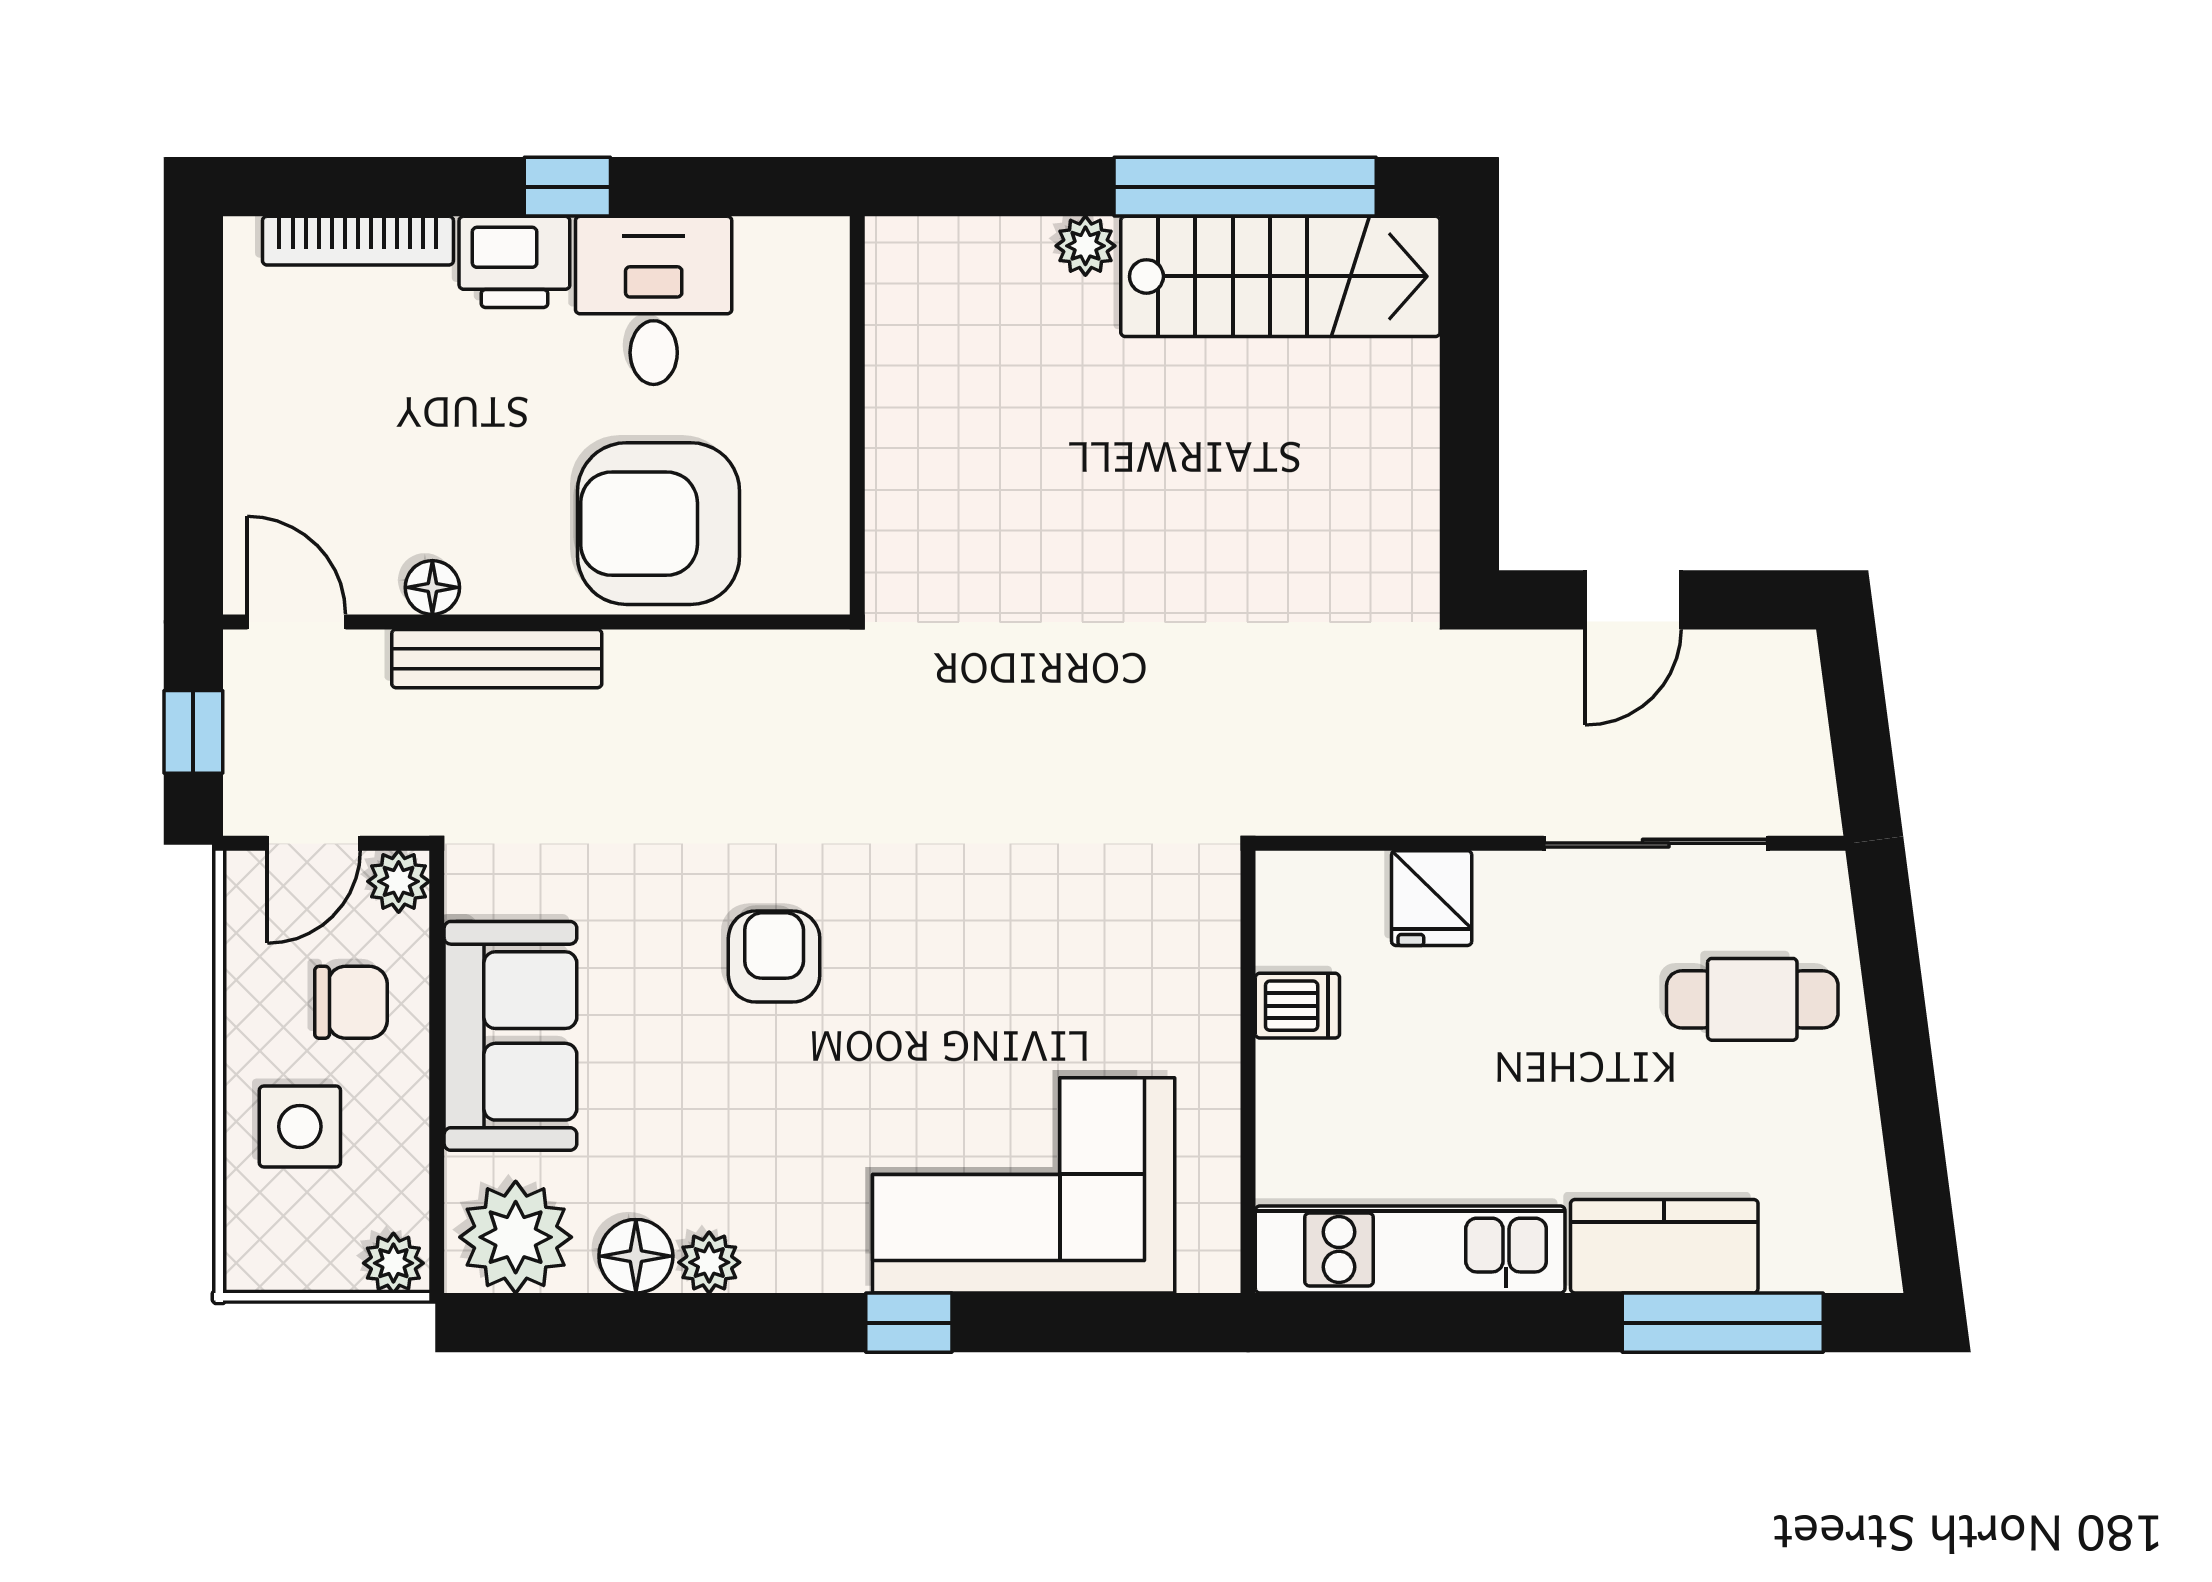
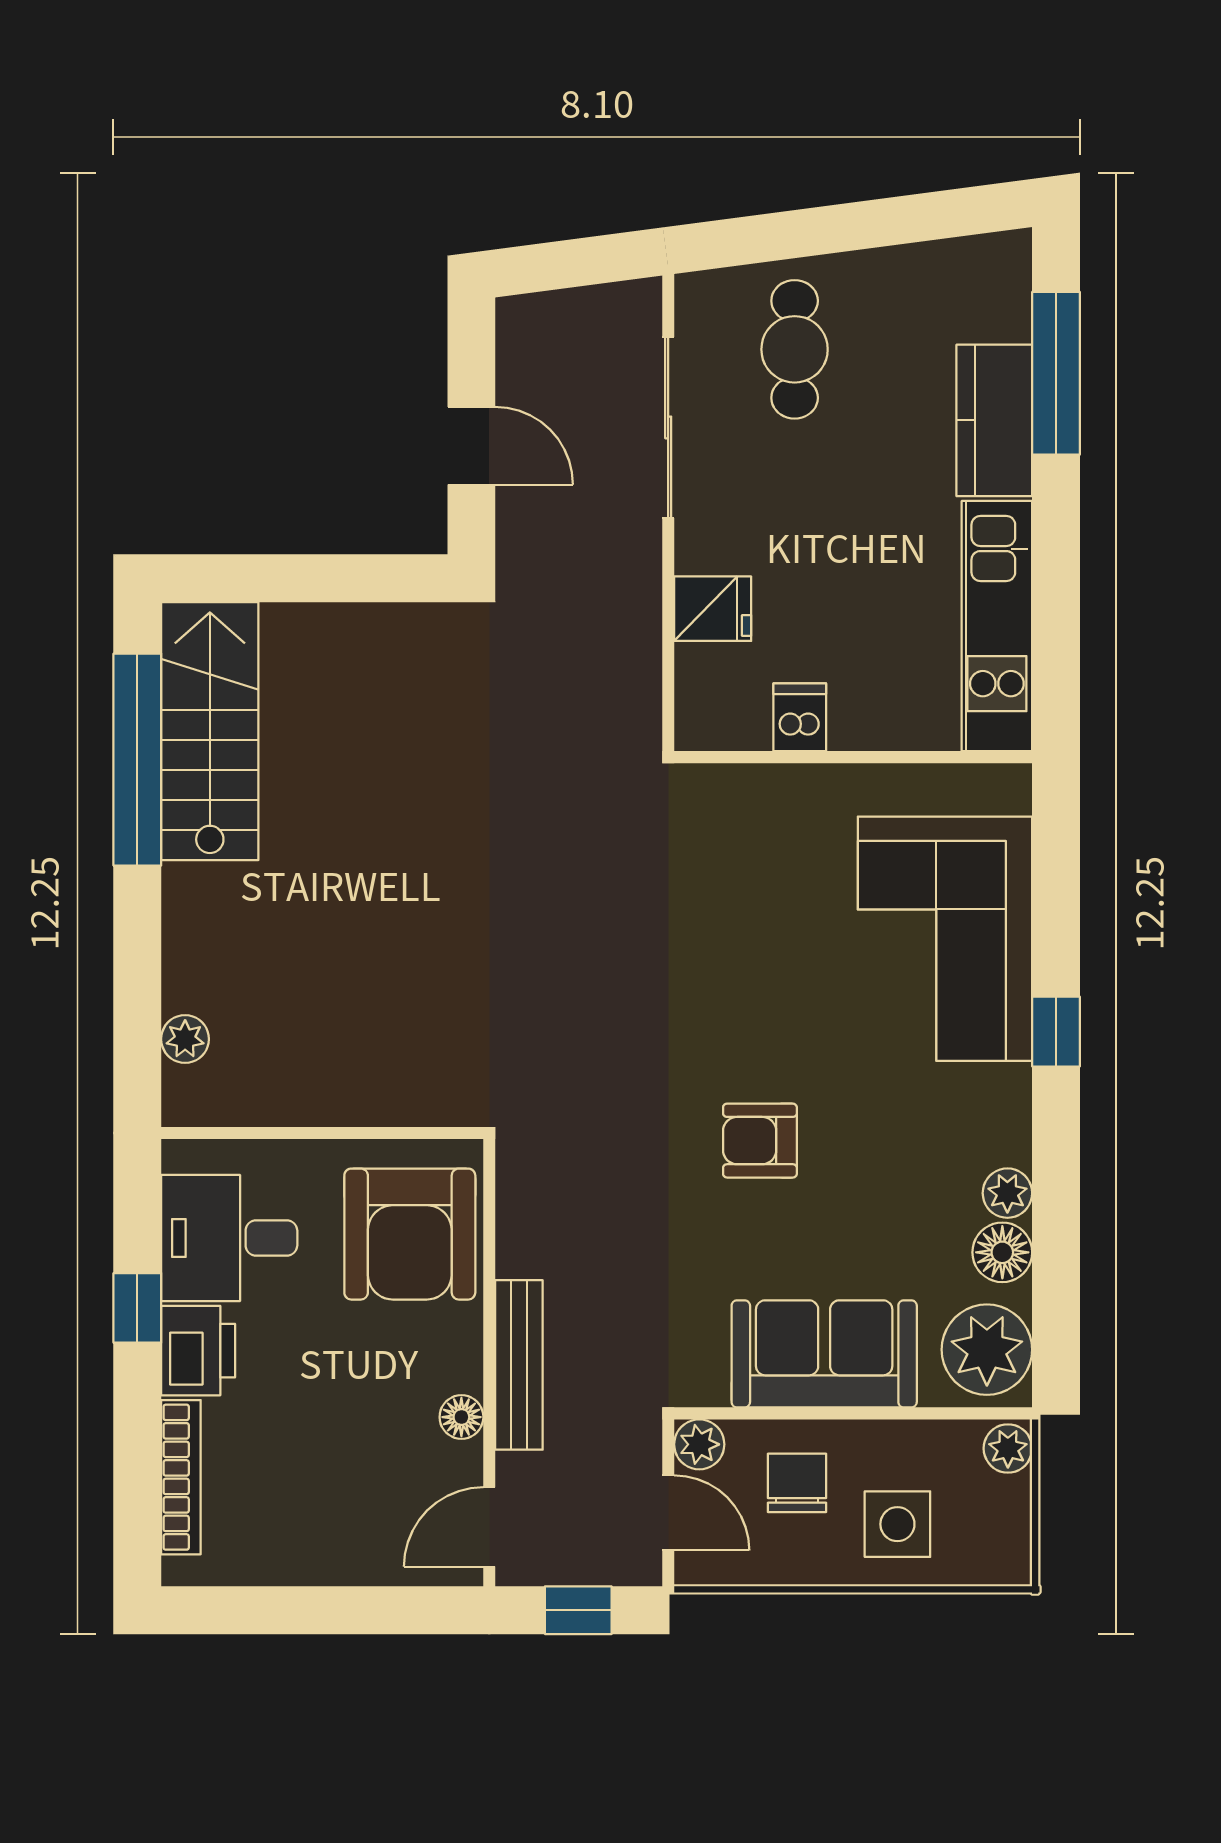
plant: (1085, 246) -> (185, 1039), moved
wall: (857, 415) -> (322, 1133), moved

